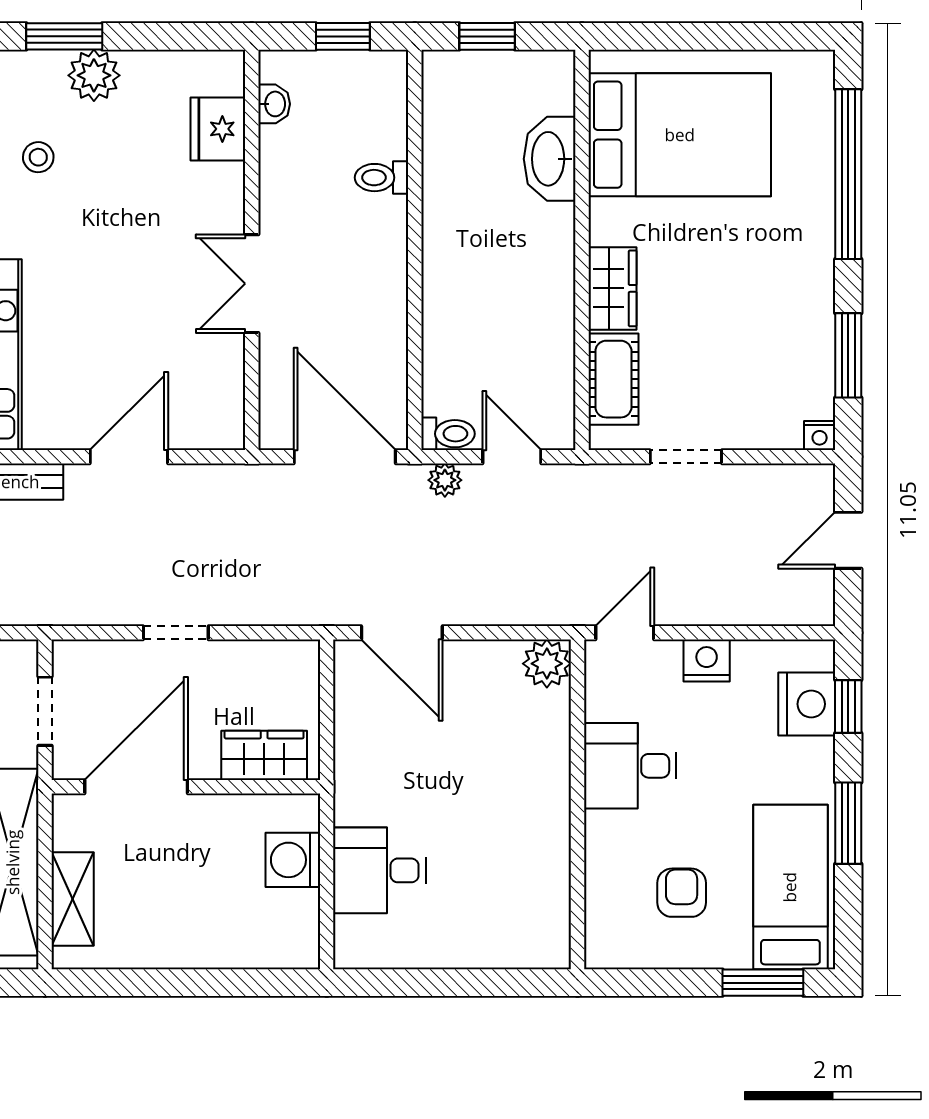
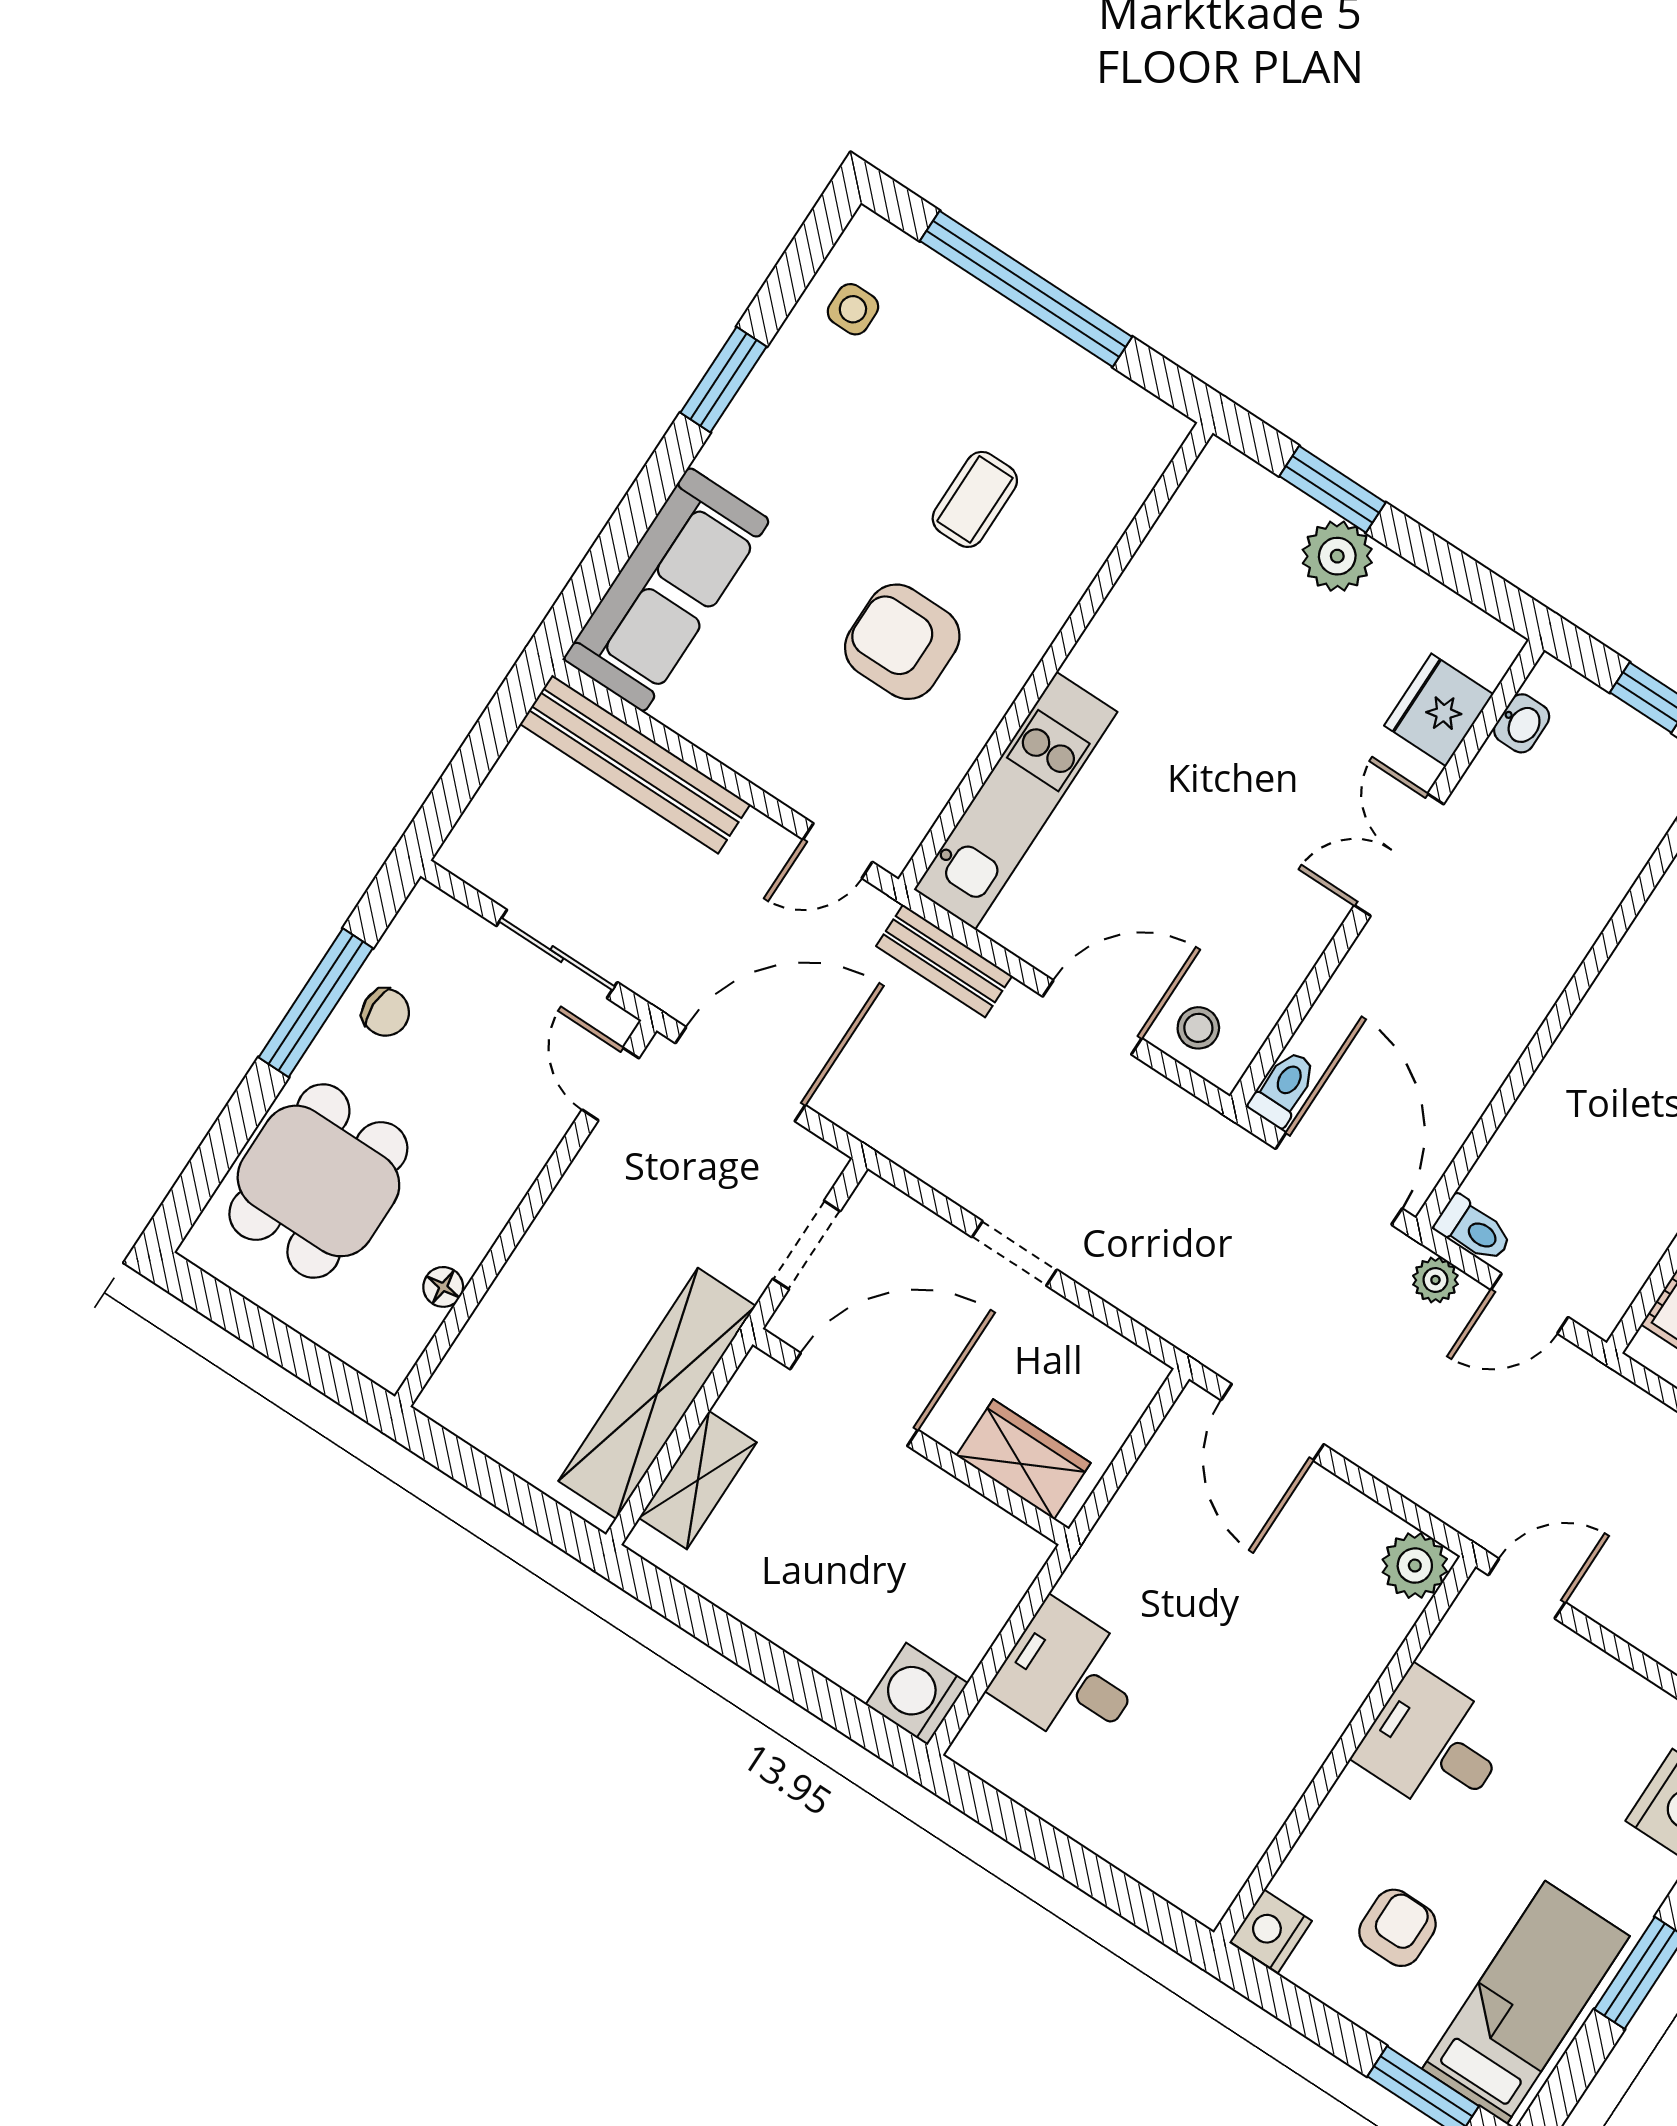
stool: (38, 157) -> (1198, 1028), moved
toilet: (381, 178) -> (1284, 1088), moved, turned 90
double door: (252, 284) -> (1399, 855), moved
door: (512, 457) -> (1529, 1303), swing flipped
nightstand: (707, 660) -> (1271, 1931), moved, turned -90
washing machine: (293, 860) -> (917, 1694), moved

